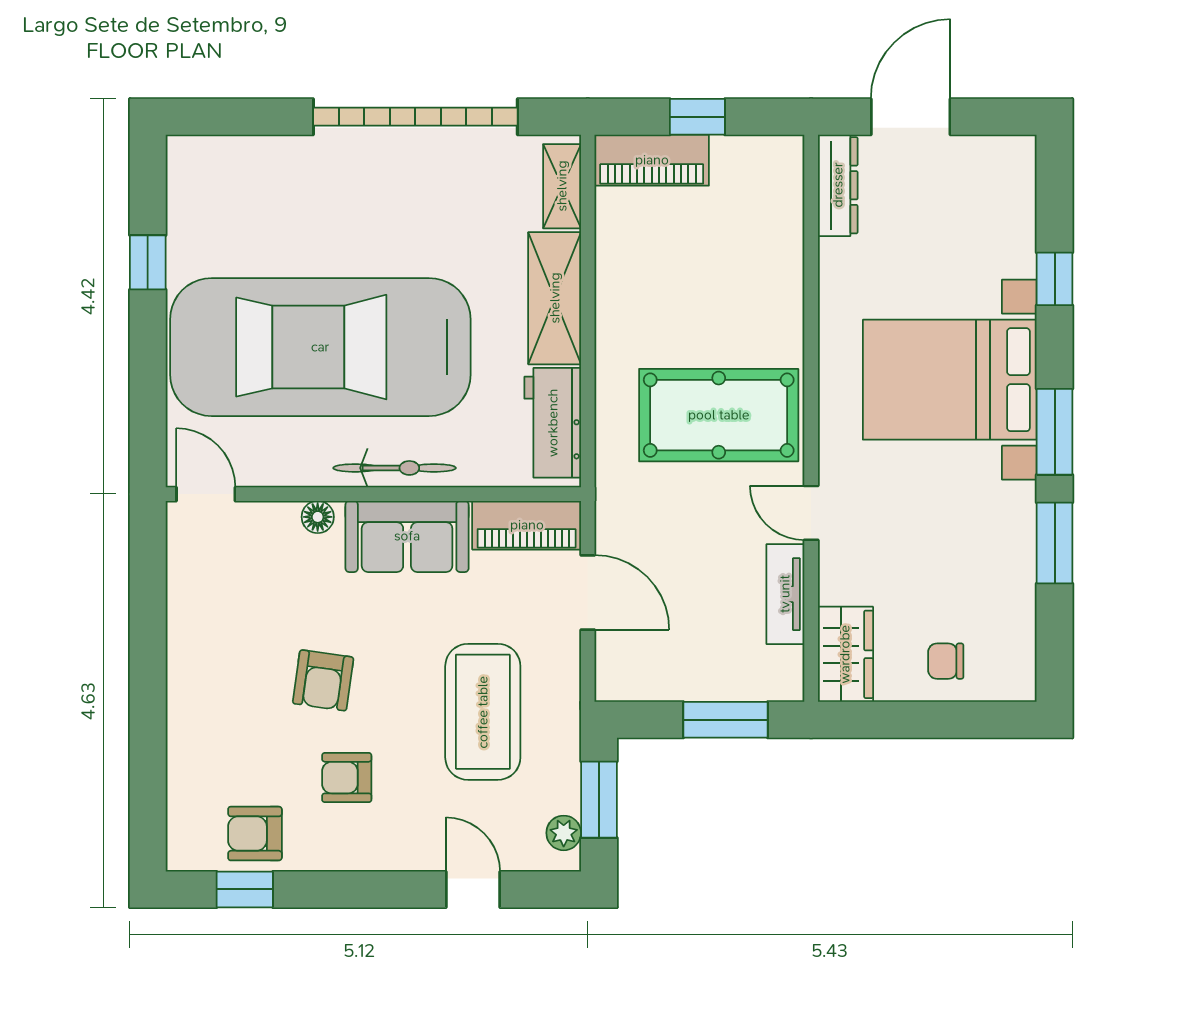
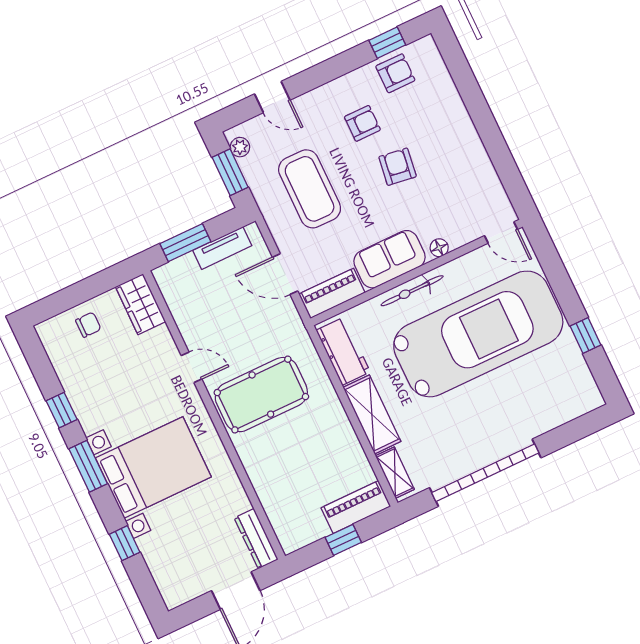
window: (1055, 543) -> (62, 410), width x0.67
tv unit: (785, 594) -> (222, 248), moved, turned 90

